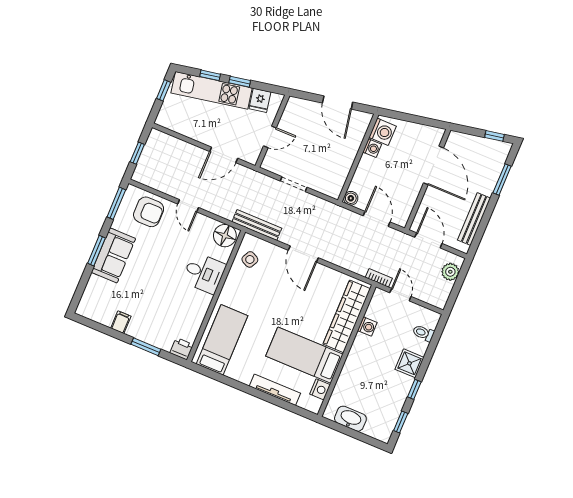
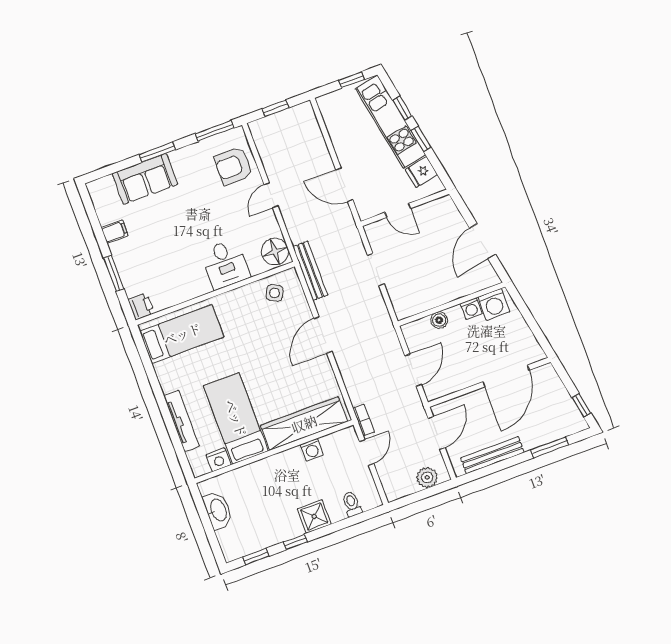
boiler: (351, 198) -> (439, 320), moved
armchair: (149, 212) -> (233, 166), turned 90
sofa: (113, 255) -> (145, 179), moved

